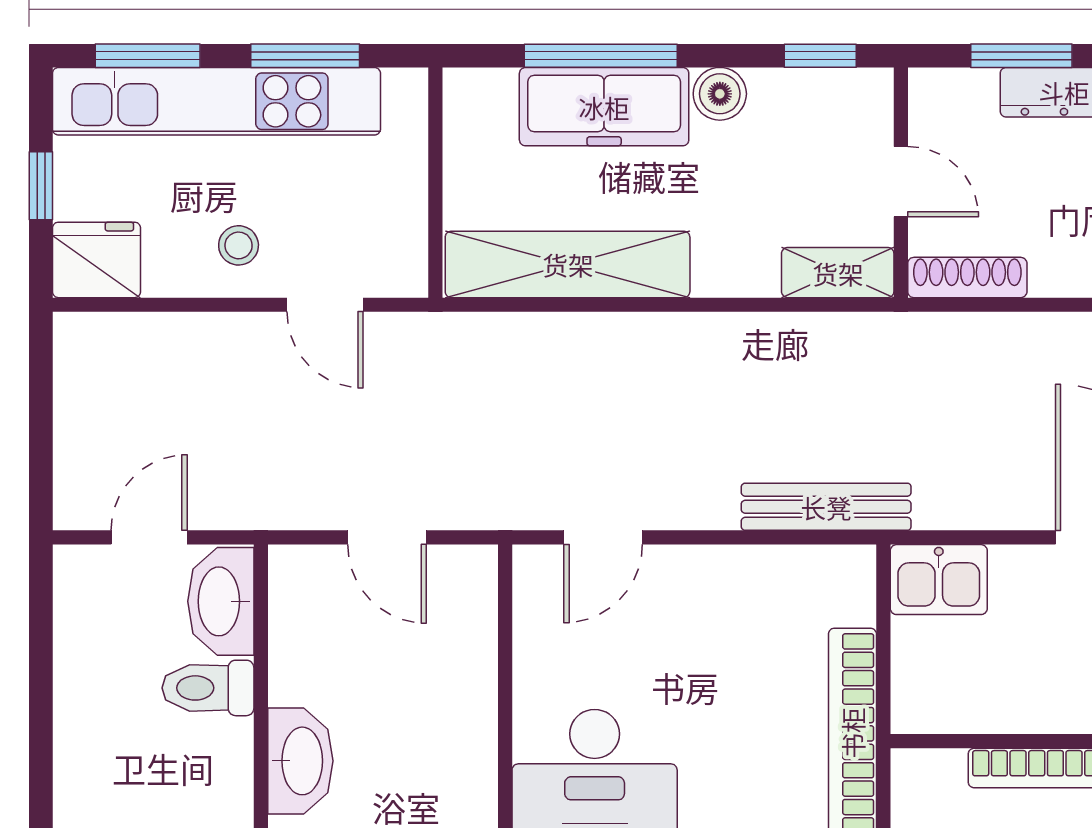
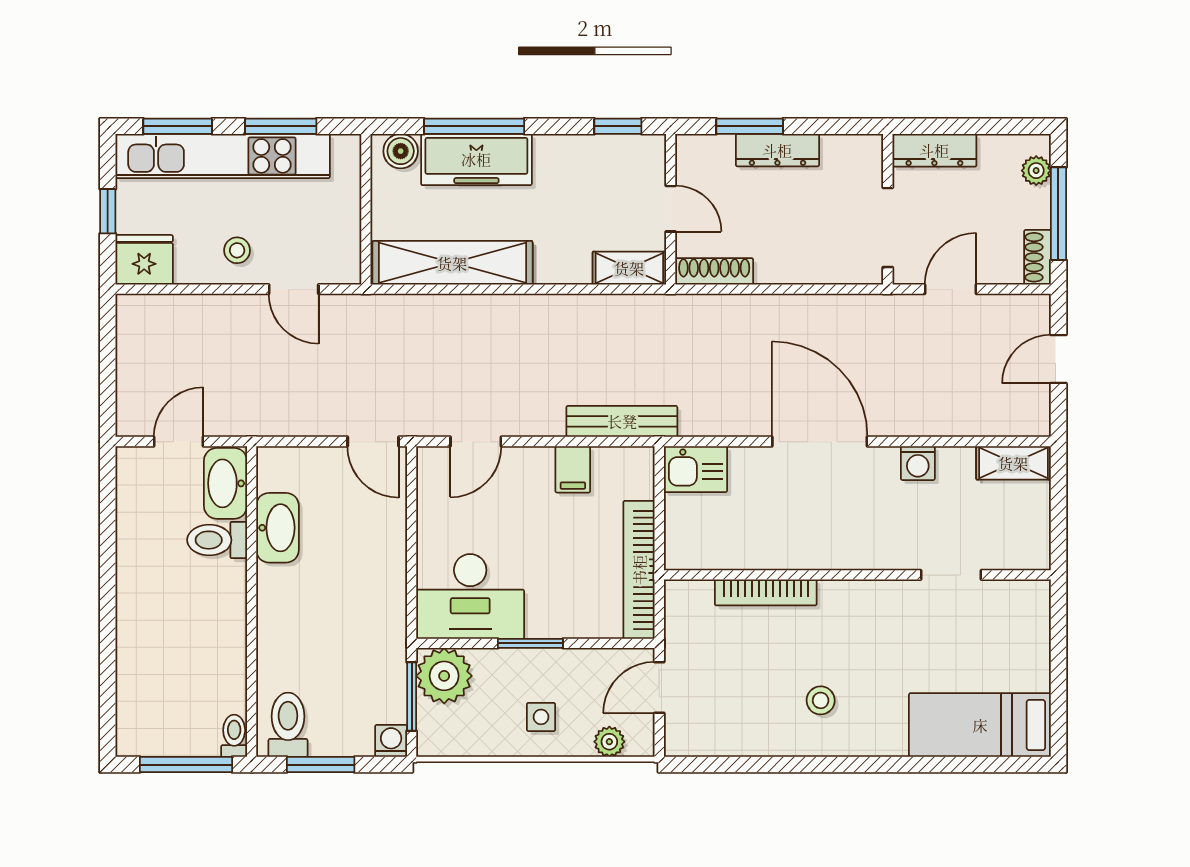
boiler: (720, 94) -> (401, 151), moved
door: (387, 537) -> (373, 442), moved
filing cabinet: (751, 580) -> (573, 469), added
washbasin: (300, 761) -> (278, 528), moved

